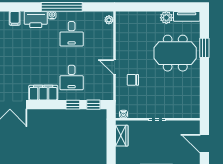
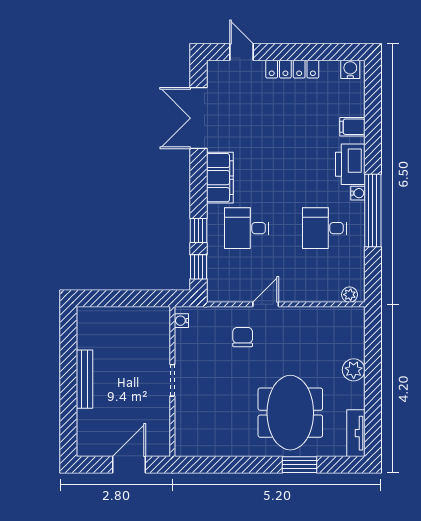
plant: (166, 18) -> (354, 370), moved
wardrobe: (122, 136) -> (143, 317), removed

